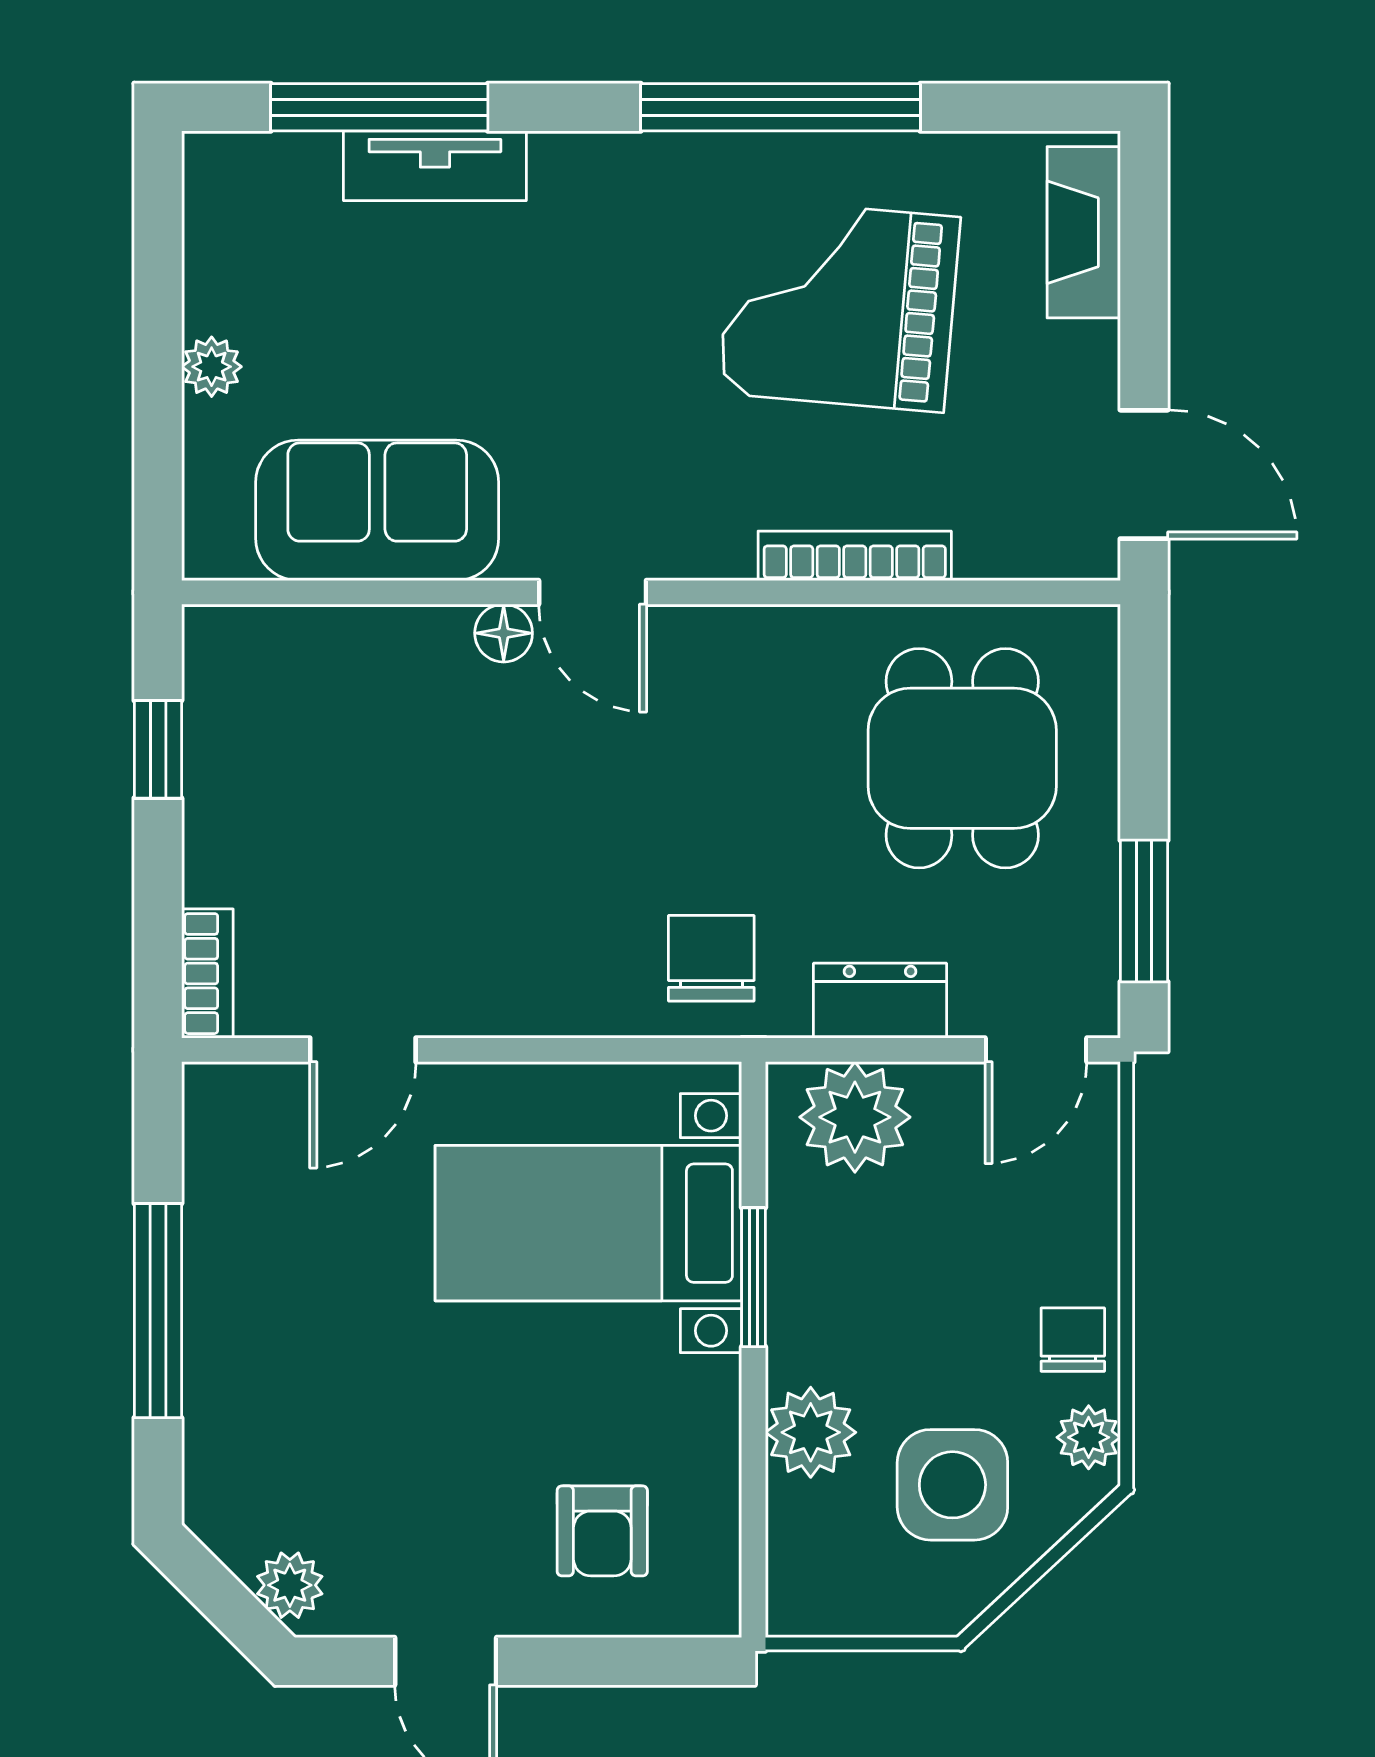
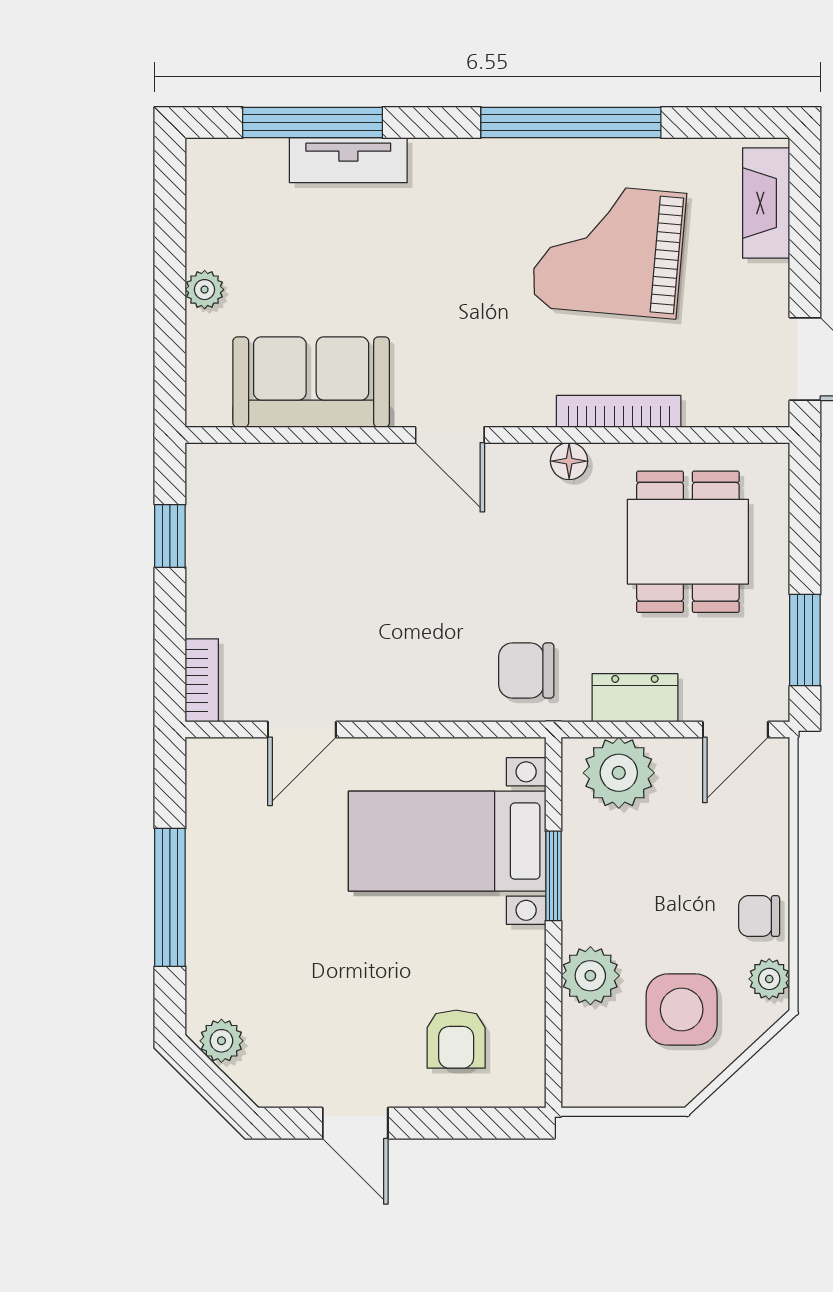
floor lamp: (504, 633) -> (569, 461), moved
chair: (711, 958) -> (526, 670), turned -90
chair: (1073, 1340) -> (759, 916), turned -90
plant: (290, 1585) -> (221, 1041), moved

